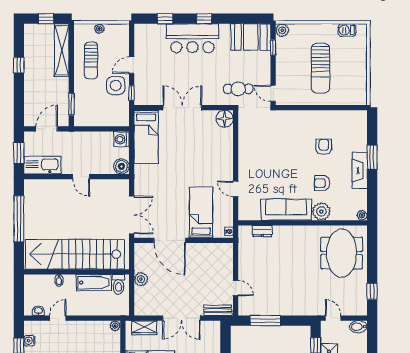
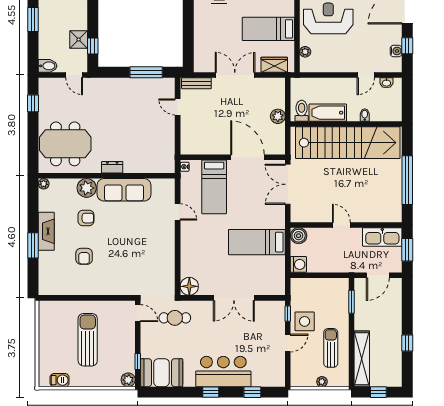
bed: (146, 137) -> (257, 242), moved, turned -90
dresser: (262, 231) -> (112, 167), moved
meeting table: (342, 253) -> (65, 144), turned 90
plant: (115, 326) -> (305, 52), moved

